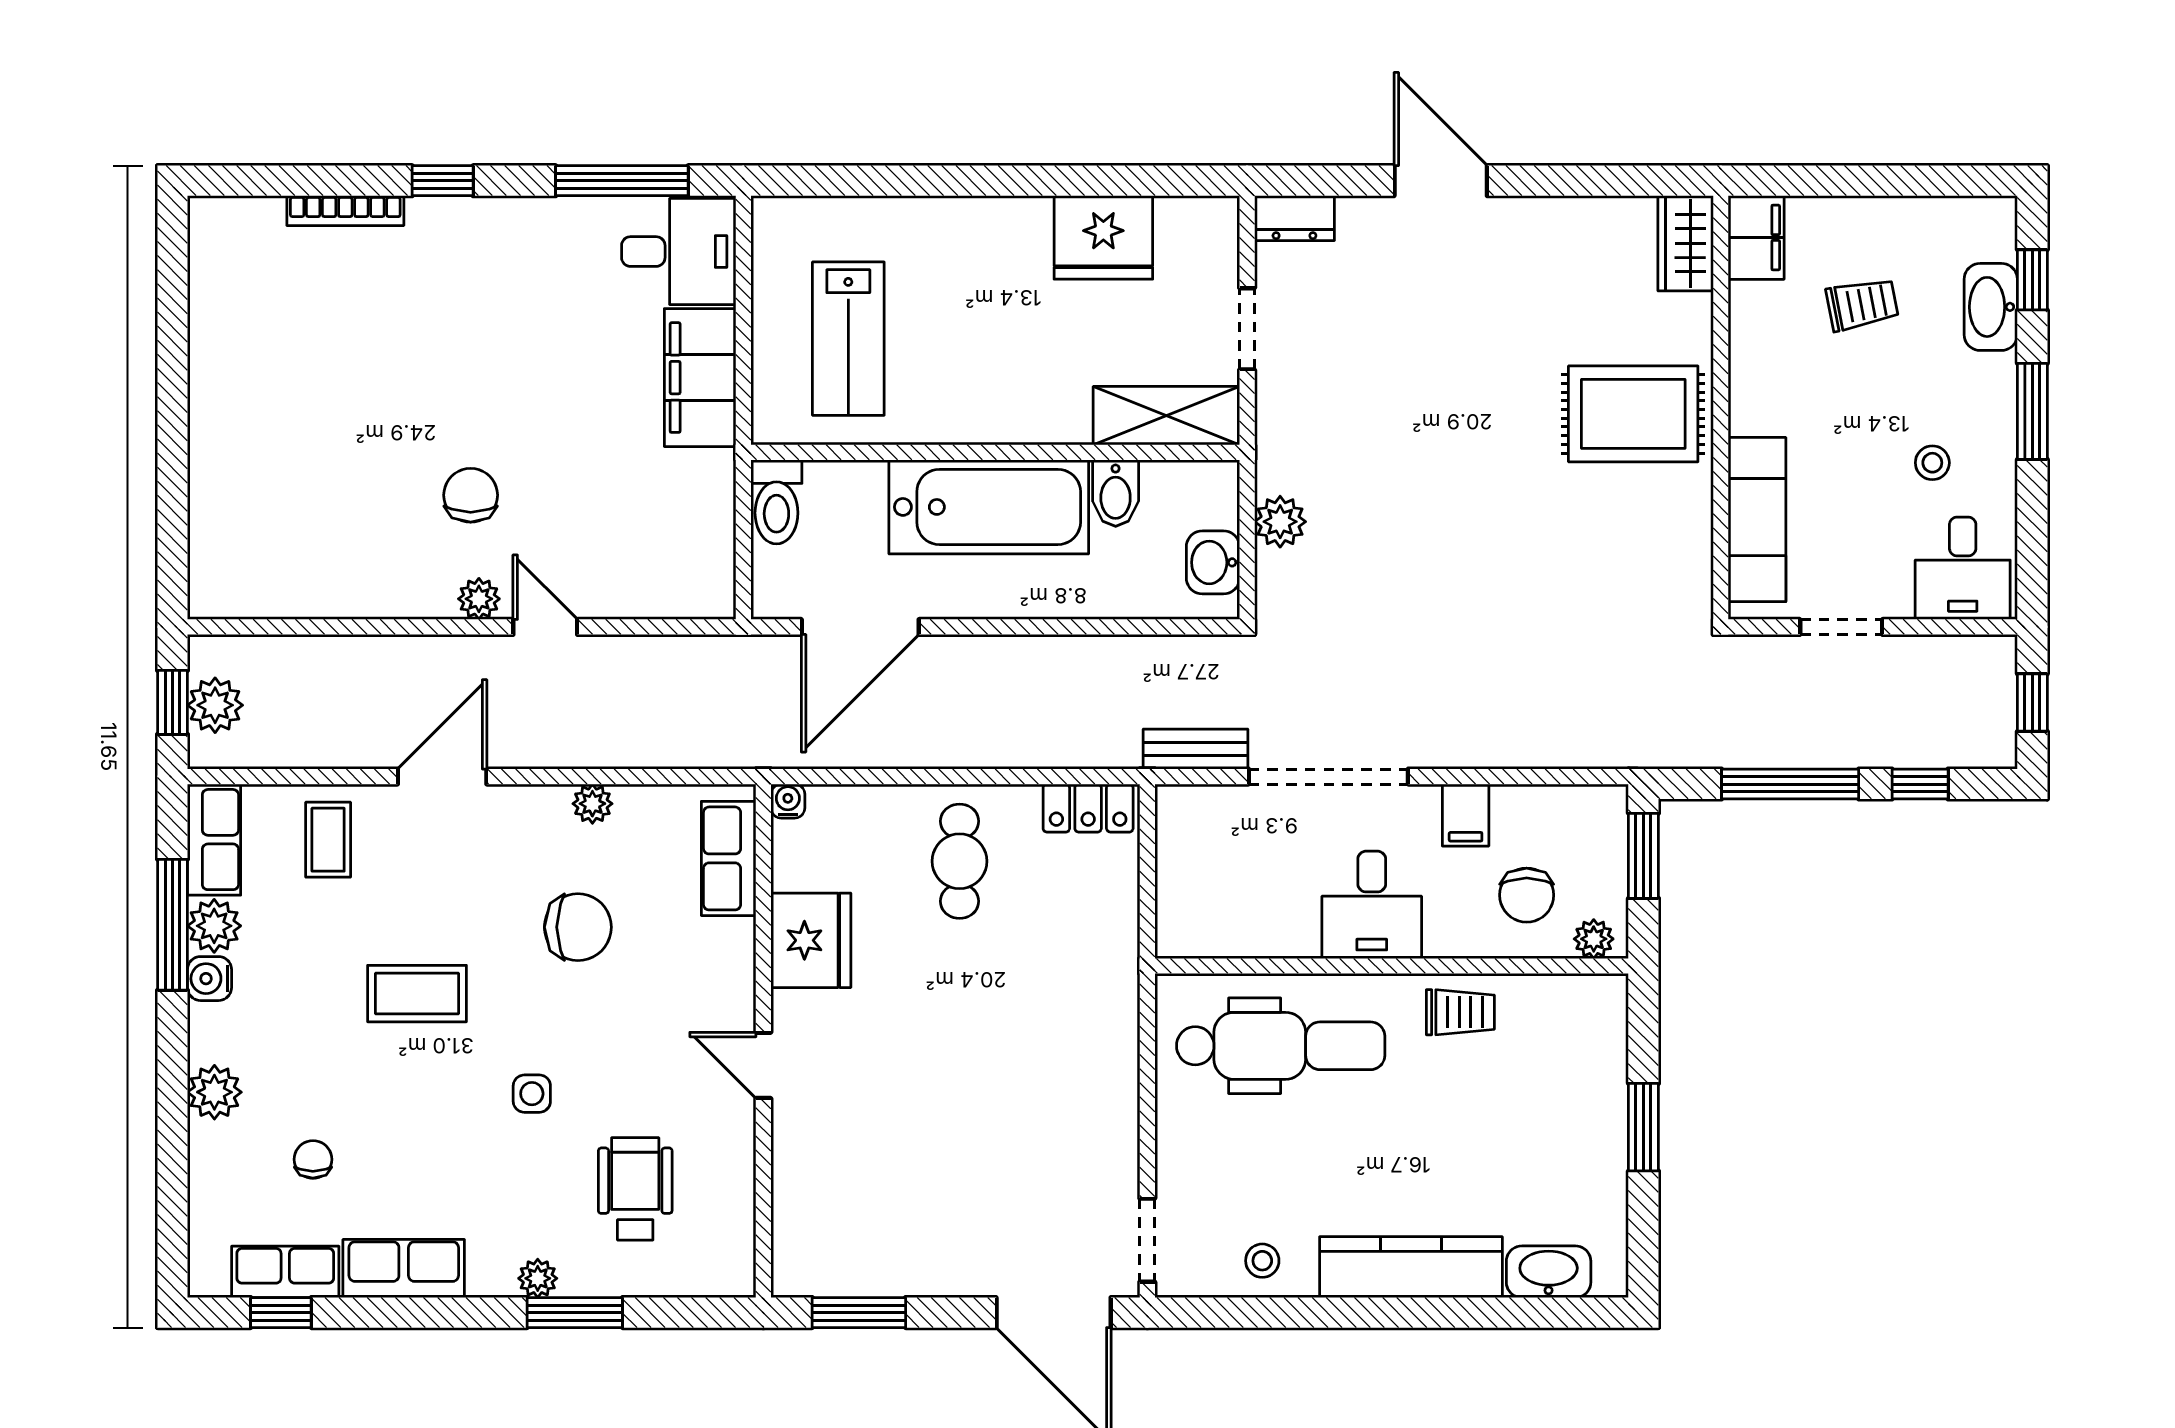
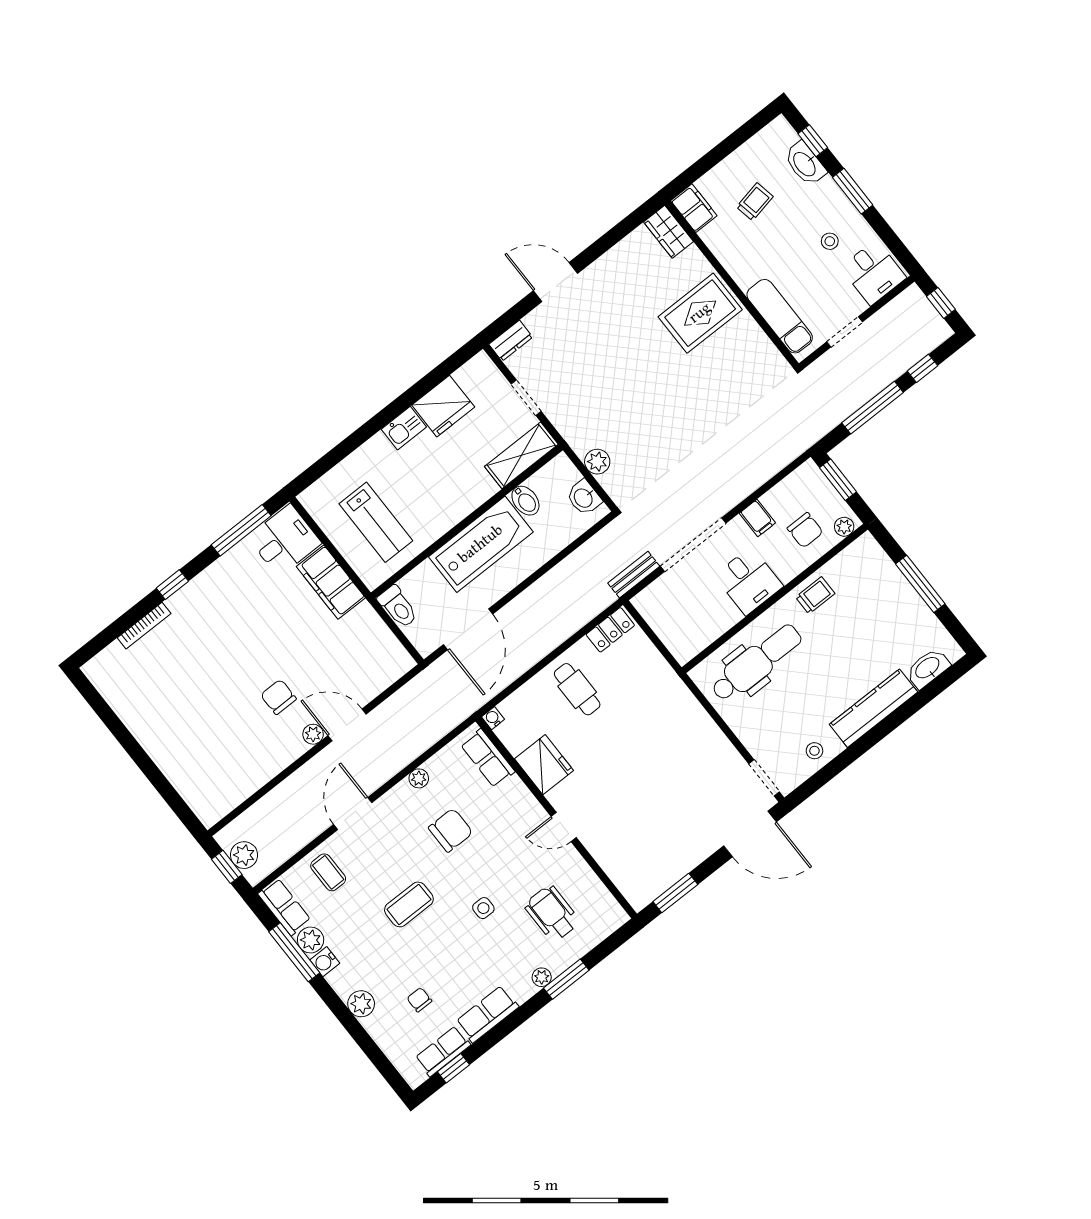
kitchen sink: (1012, 223) -> (404, 428), added
door: (545, 627) -> (347, 725), width x1.38
window: (1643, 1127) -> (920, 584), width x1.44

